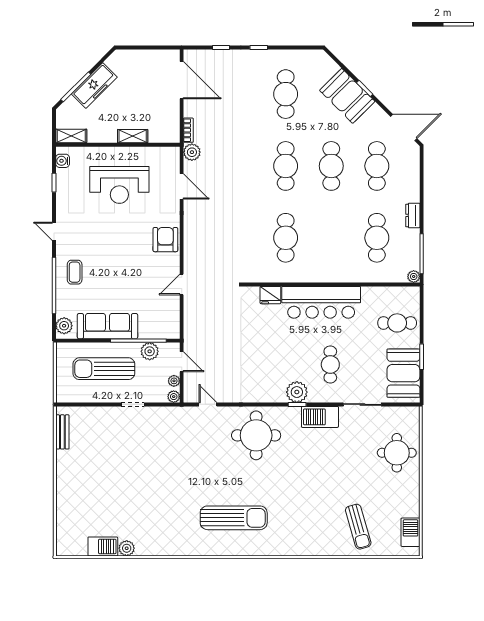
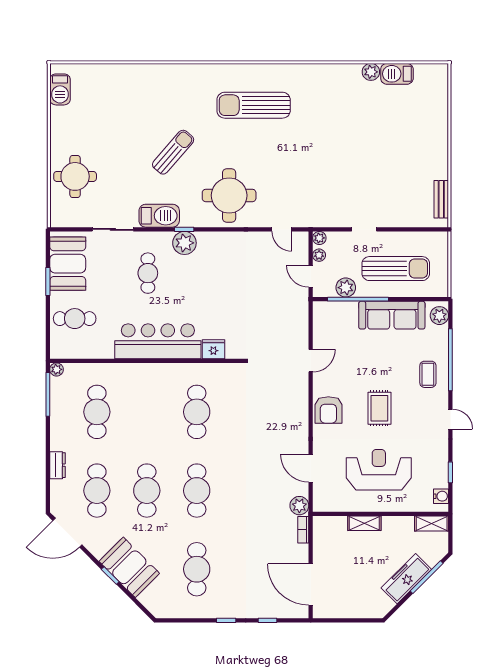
dresser: (413, 215) -> (57, 465), moved
rug: (119, 241) -> (379, 408), added
sun lounger: (358, 527) -> (173, 152), moved, turned 57

